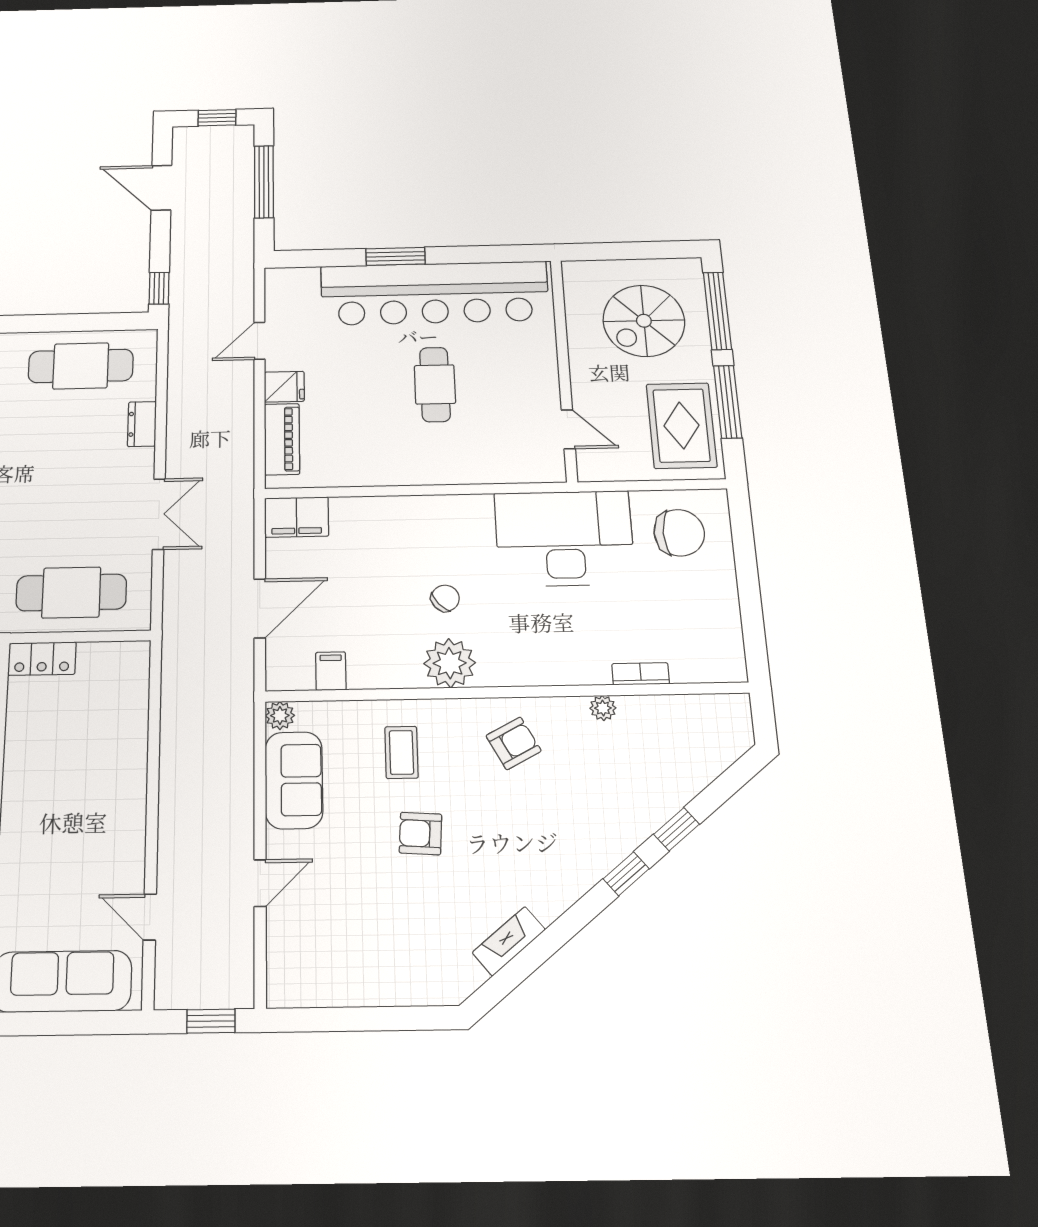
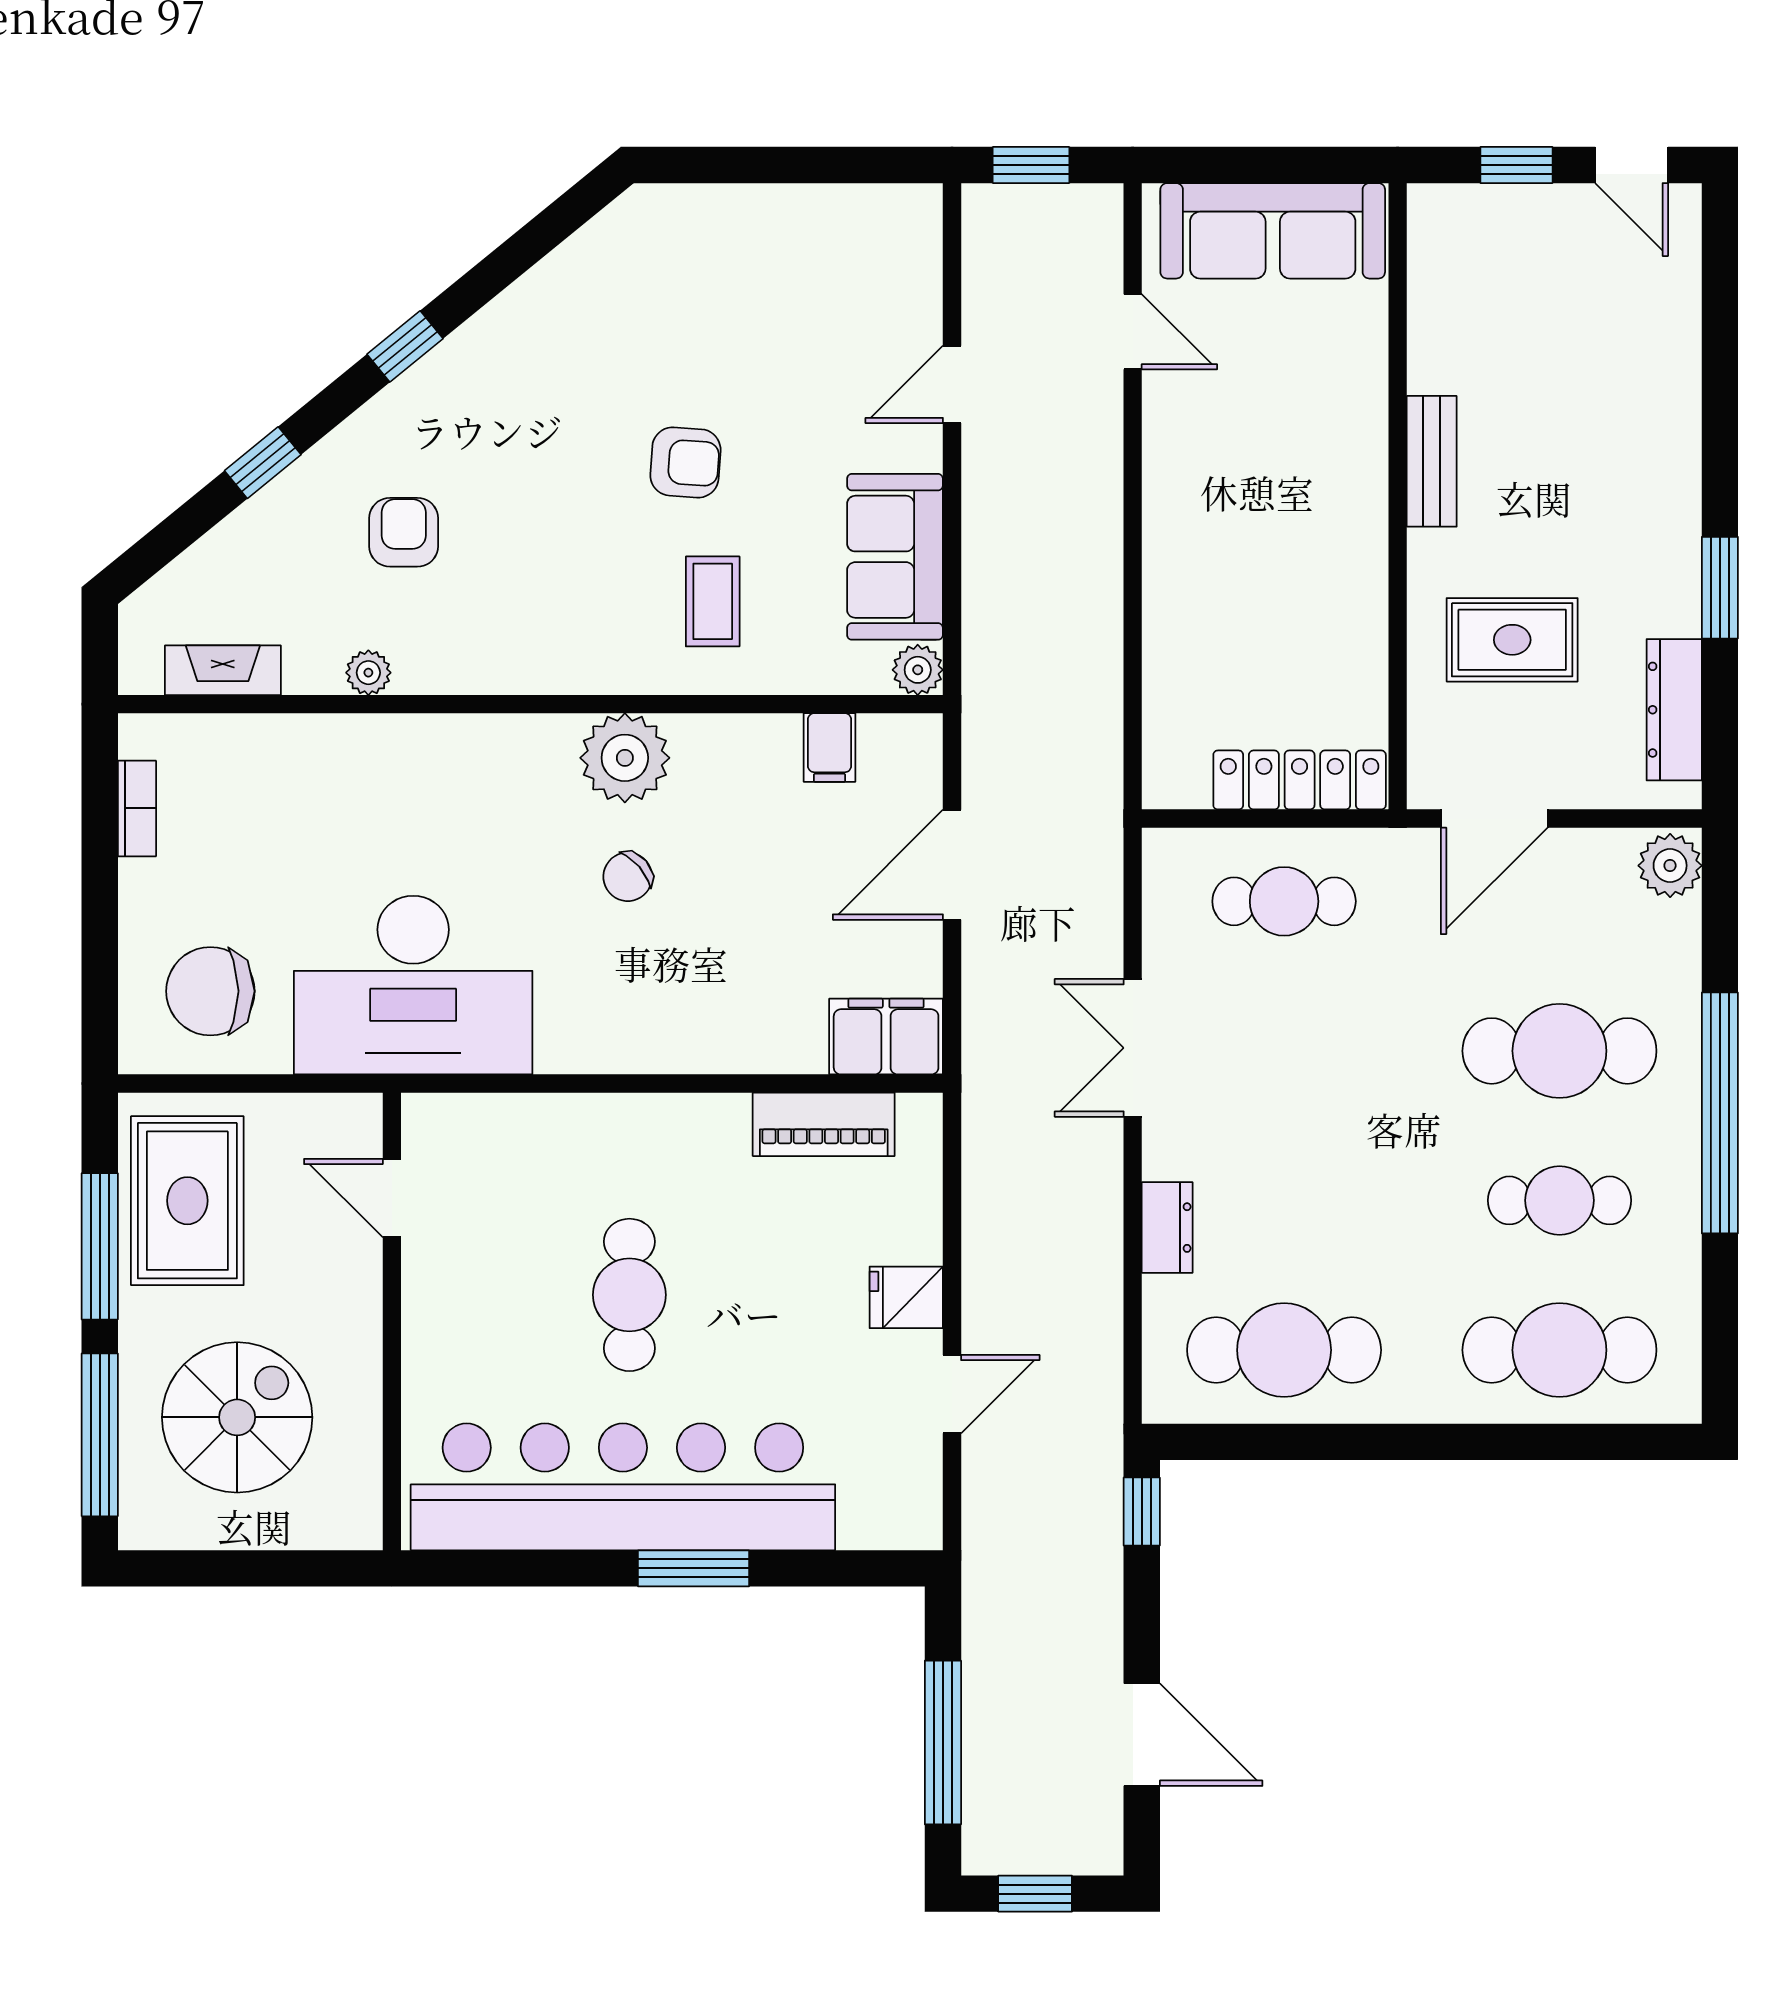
piano: (282, 439) -> (824, 1124), moved, turned -90
cafe table: (71, 593) -> (1284, 901), width x0.73, depth x0.74
locker: (42, 659) -> (1300, 780), width x1.53
bookcase: (641, 674) -> (137, 808), moved, turned -90
armchair: (514, 743) -> (404, 532), moved, turned 118
window: (626, 874) -> (405, 346), moved
fireplace: (509, 941) -> (223, 670), moved, turned -141

